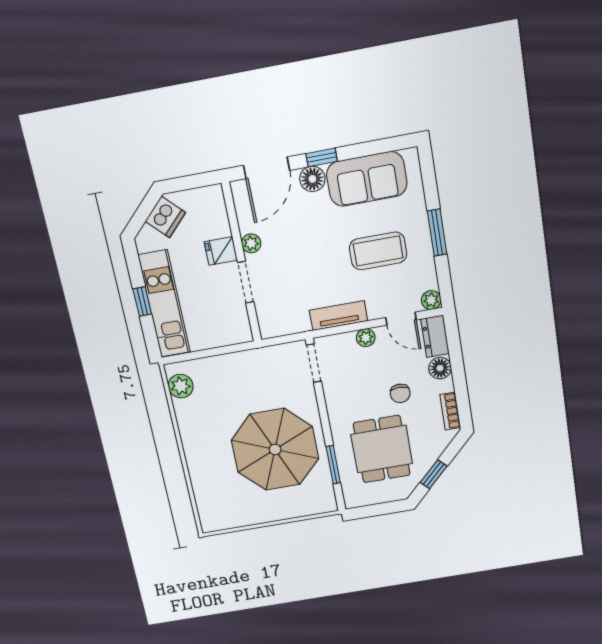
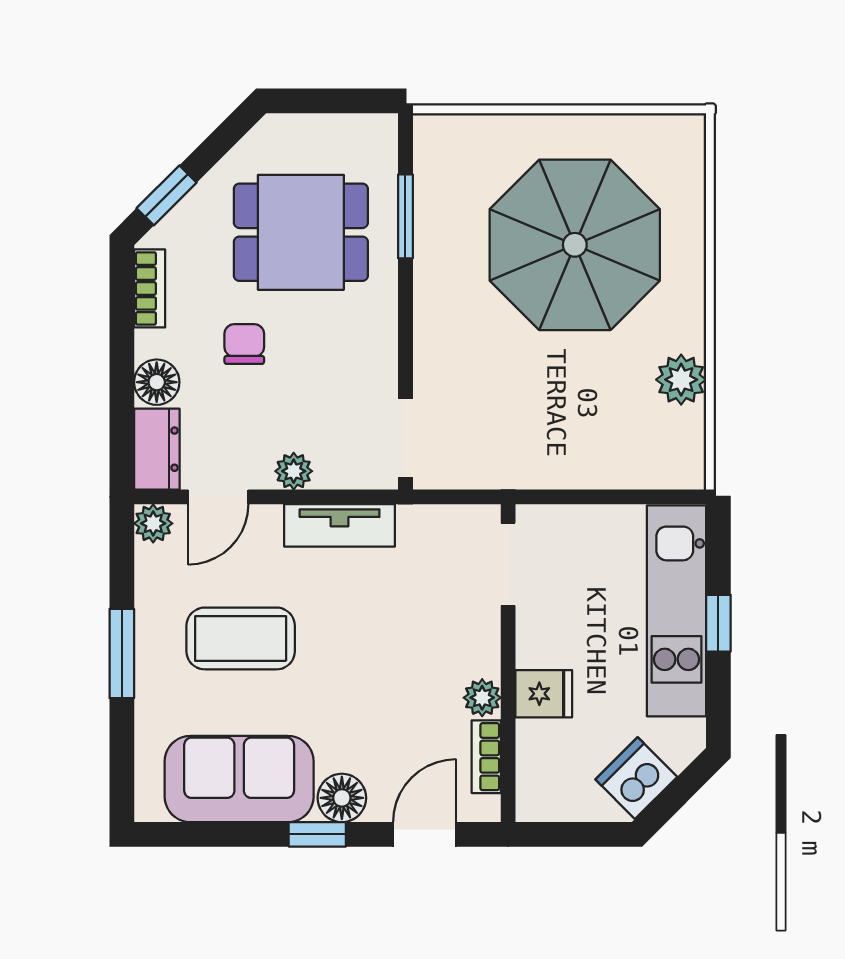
door: (267, 168) -> (425, 834), width x0.73
bookcase: (243, 214) -> (486, 757), added
doorway: (246, 282) -> (508, 564), moved
door: (401, 319) -> (218, 497), swing flipped
plant: (181, 386) -> (681, 380), moved
parasol: (275, 449) -> (575, 245), moved
dining table: (382, 449) -> (301, 232), turned 90
window: (434, 474) -> (167, 195), moved

